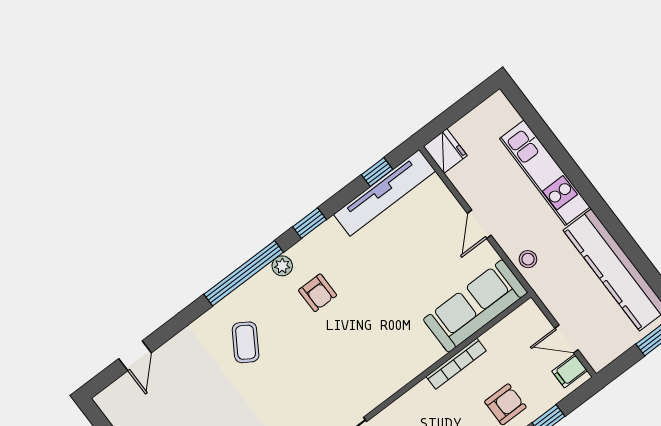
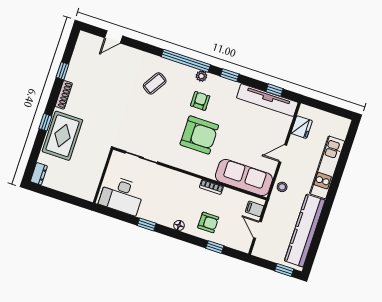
fridge: (445, 151) -> (302, 127), moved
armchair: (318, 293) -> (200, 101), turned 180
armchair: (367, 329) -> (199, 135), added
bookcase: (456, 364) -> (211, 187), width x0.64
filing cabinet: (570, 371) -> (255, 209), moved

